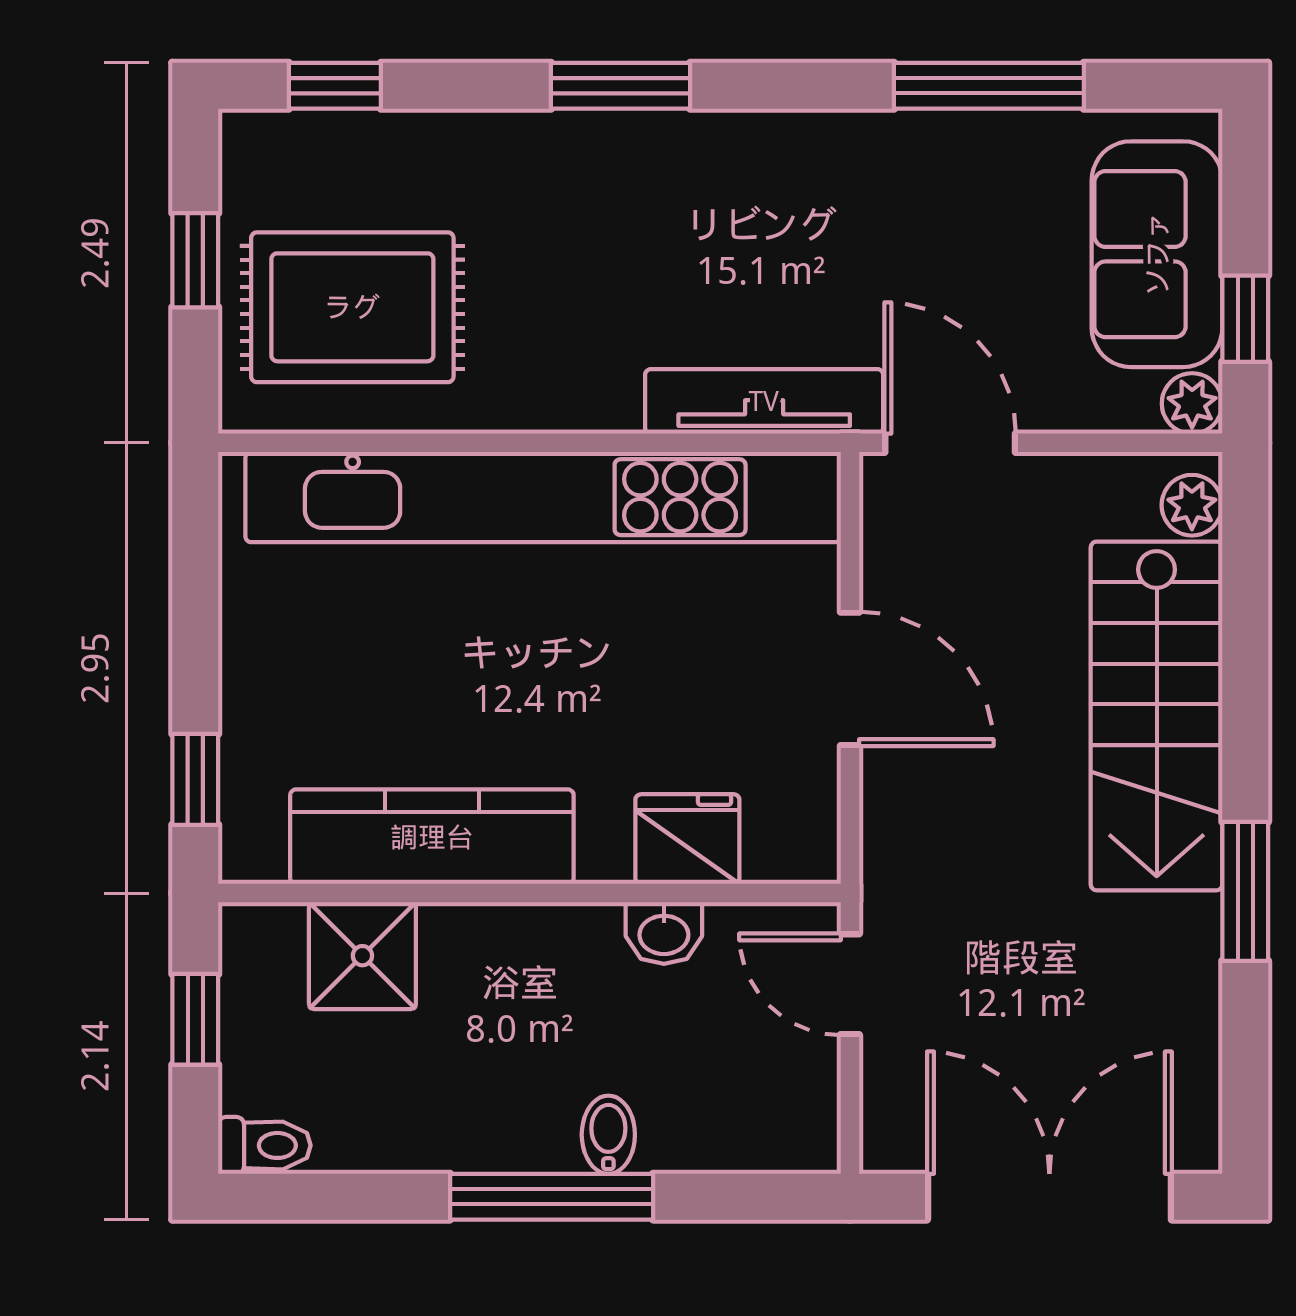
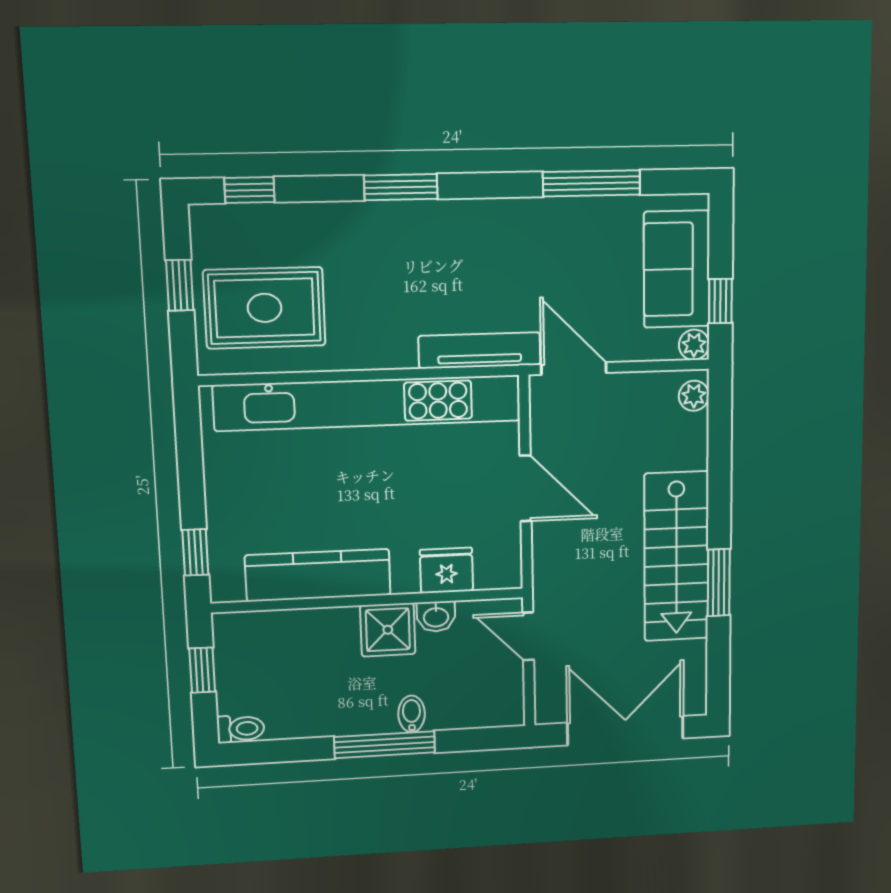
stairs: (1157, 716) -> (676, 557), moved
shower: (362, 956) -> (388, 630), moved

